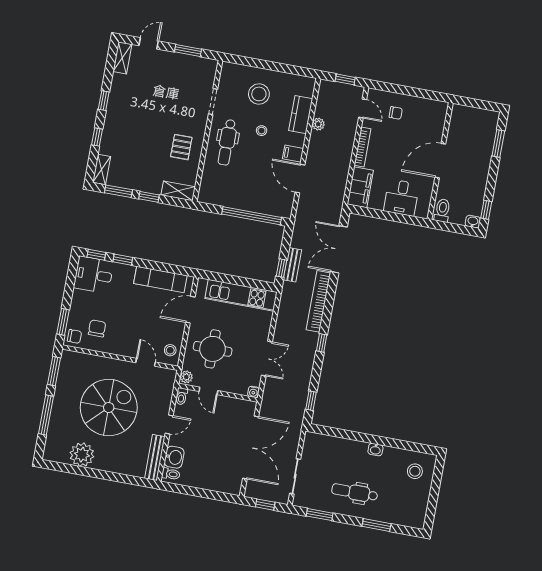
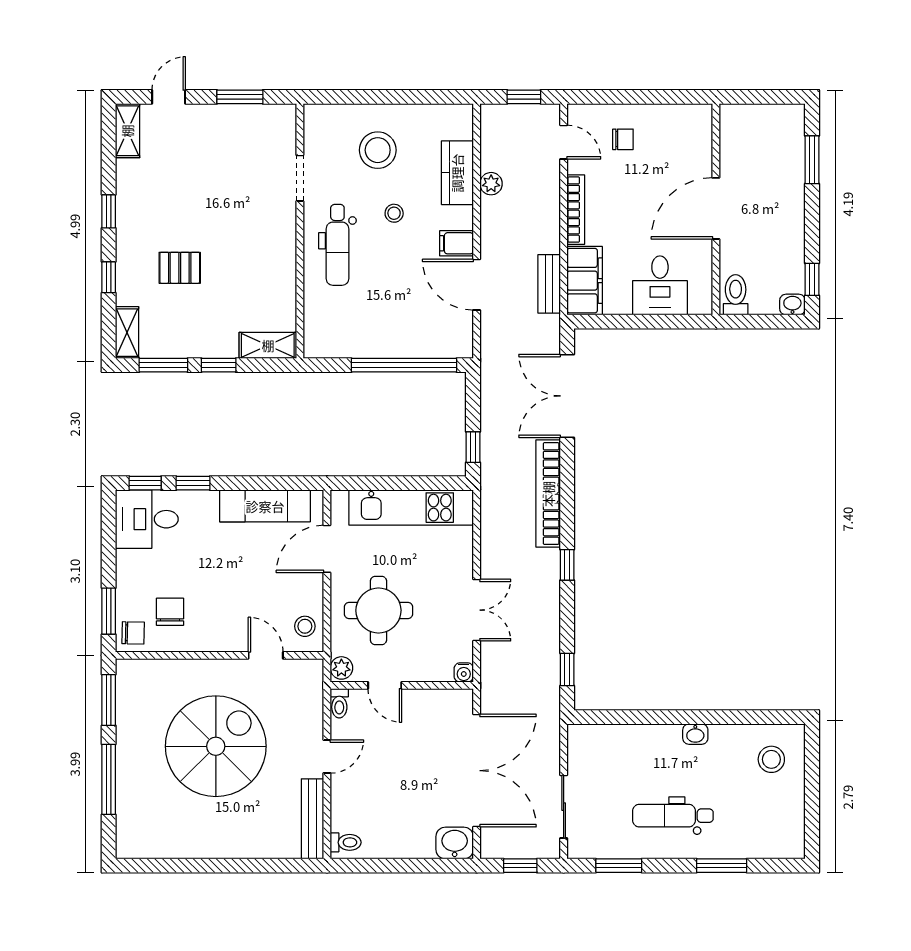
pallet: (181, 147) -> (180, 268), moved, turned 90
bench: (292, 265) -> (549, 284), moved
plant: (82, 455) -> (184, 837), removed
washbasin: (174, 457) -> (455, 843), moved, turned -90

